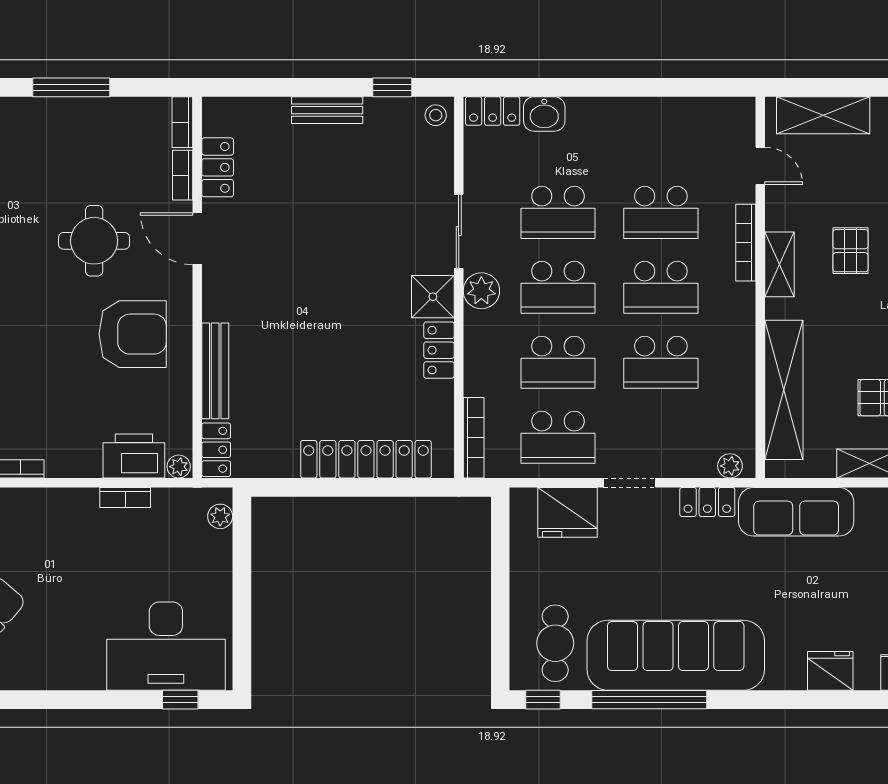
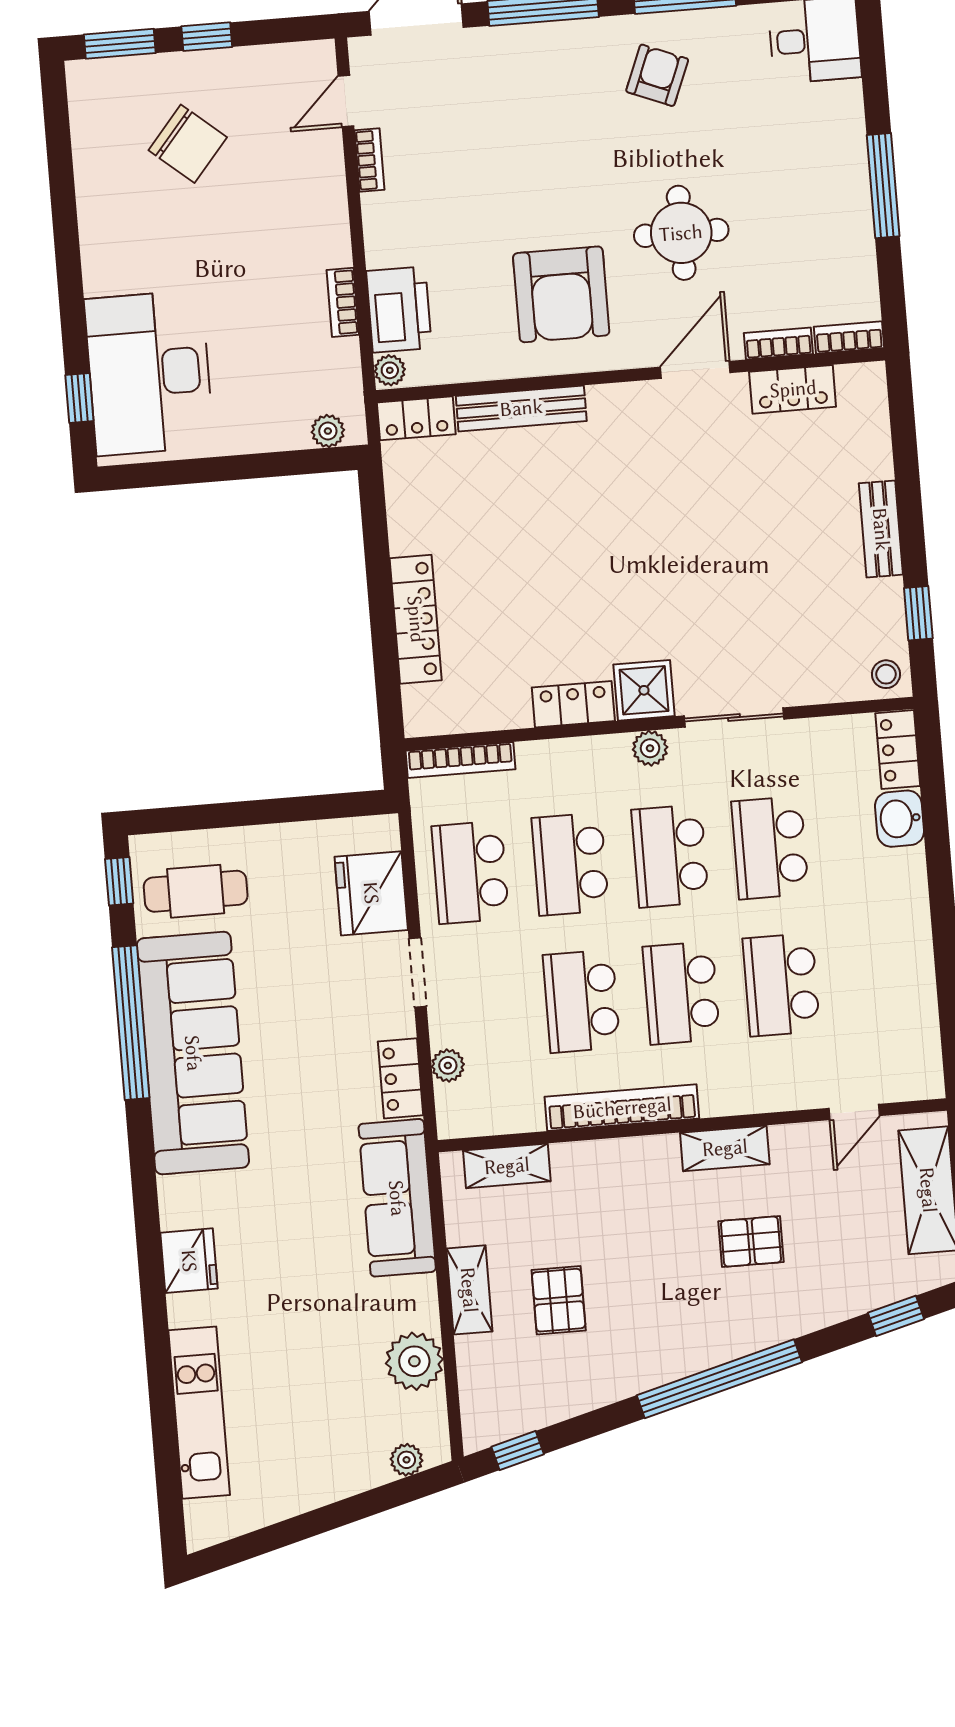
bookcase: (746, 243) -> (622, 1108), moved, width x1.48, depth x1.31
plant: (481, 291) -> (650, 748), width x0.73, depth x0.73
shelving: (784, 390) -> (507, 1166), width x0.45, depth x0.75
locker: (366, 459) -> (416, 619), width x0.71, depth x0.83
plant: (730, 466) -> (448, 1065), moved

